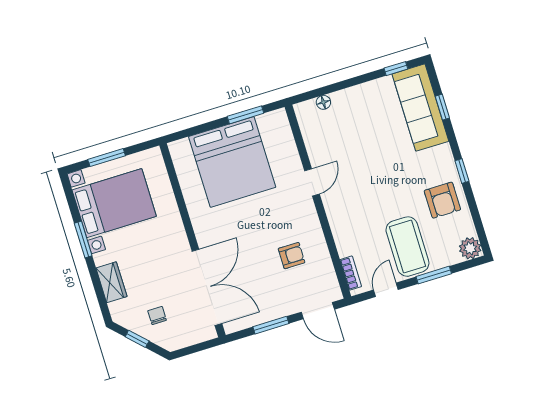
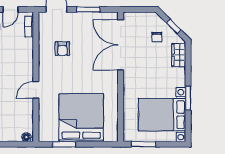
floor lamp: (323, 102) -> (26, 137), moved
window: (107, 158) -> (143, 144), moved
armchair: (292, 256) -> (62, 49), turned -90
wardrobe: (111, 282) -> (179, 55), moved

